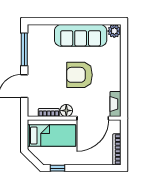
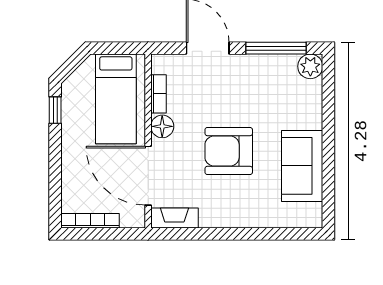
plant: (114, 31) -> (310, 66), moved
sofa: (81, 35) -> (302, 166), width x0.73
armchair: (79, 75) -> (229, 151), turned -90

